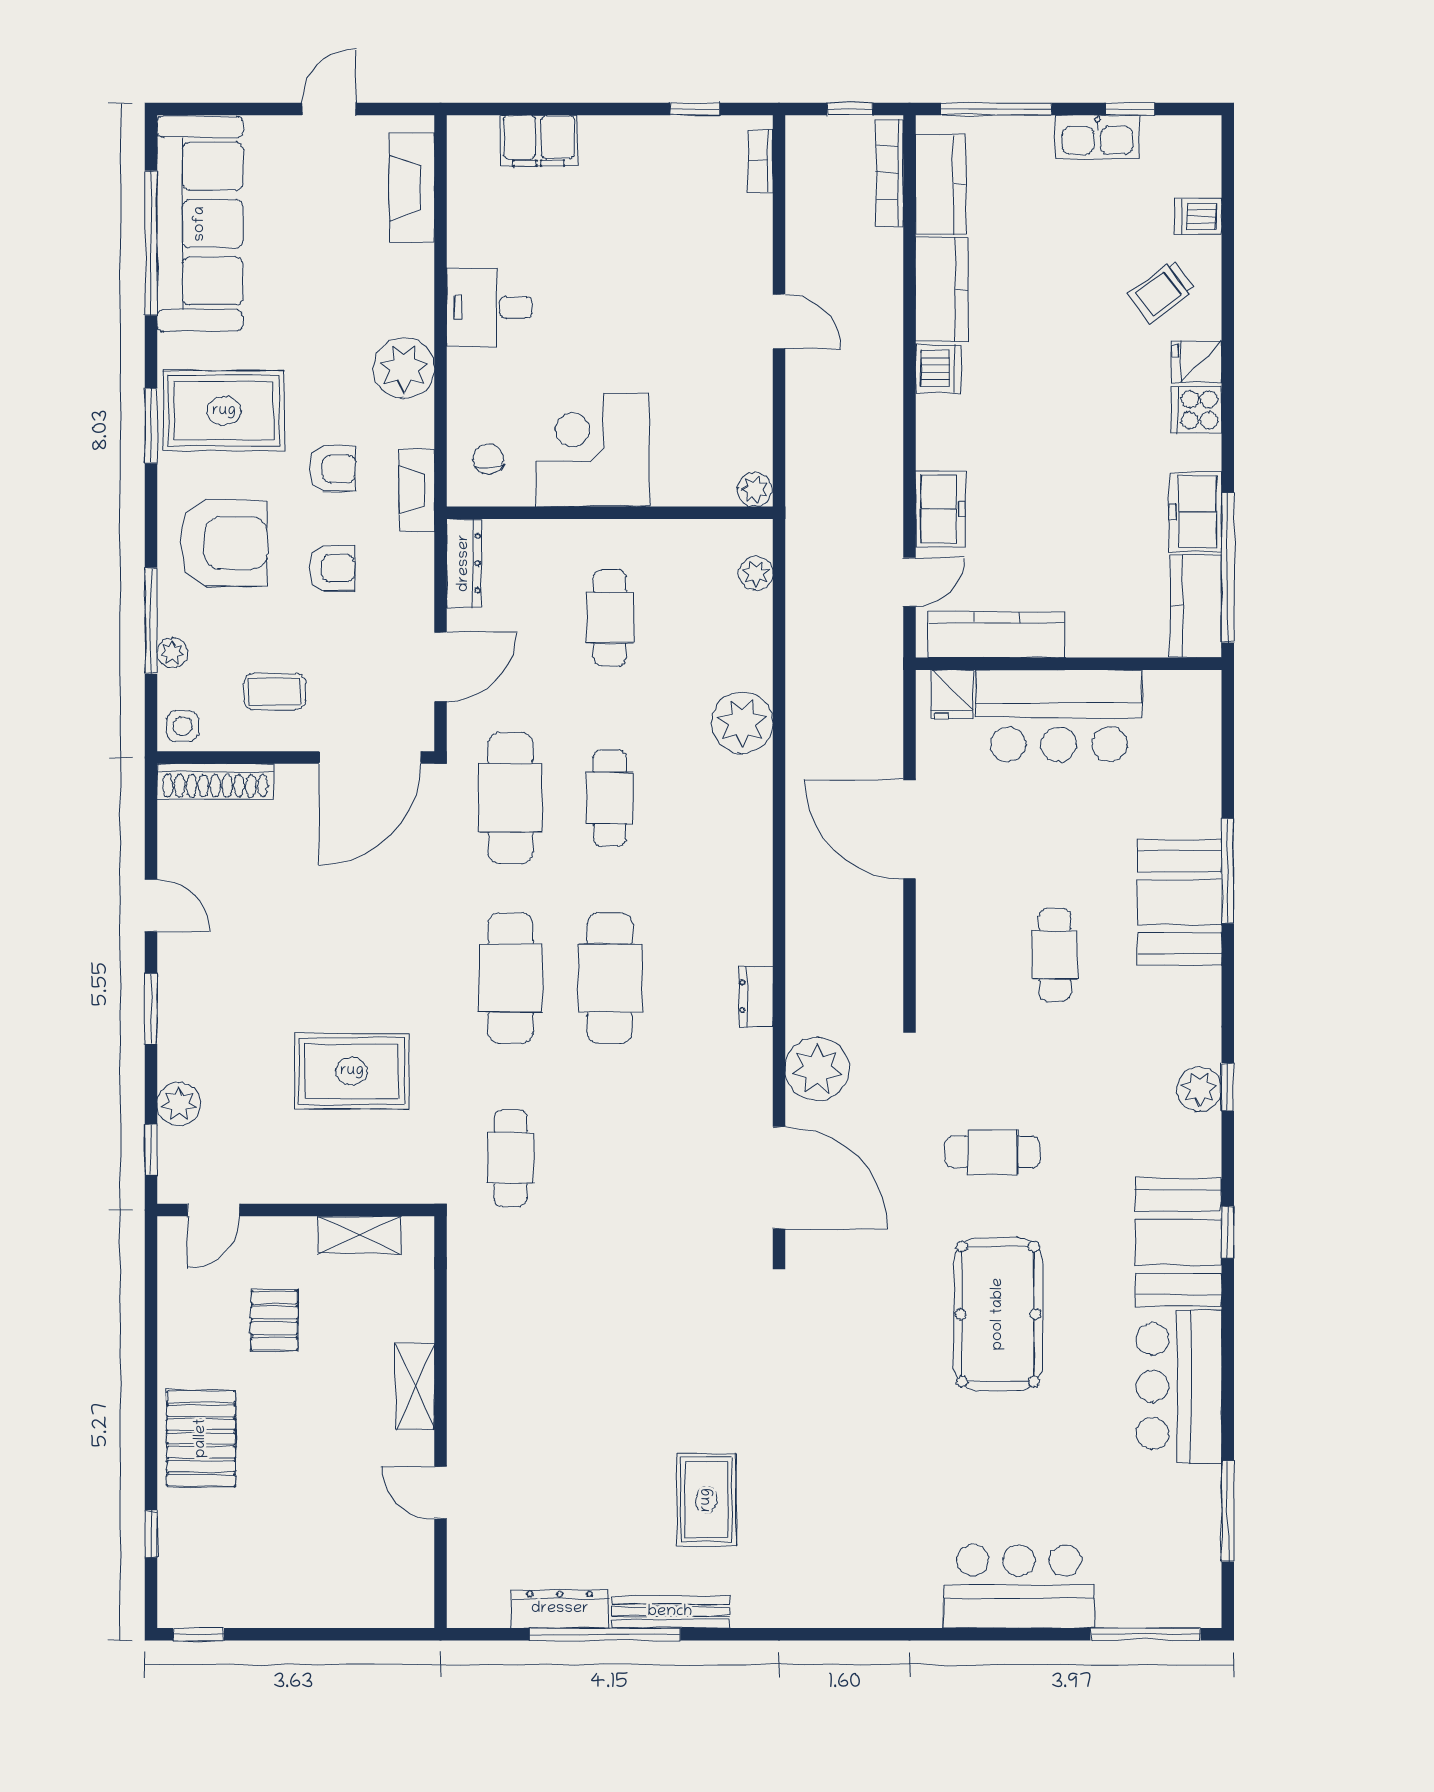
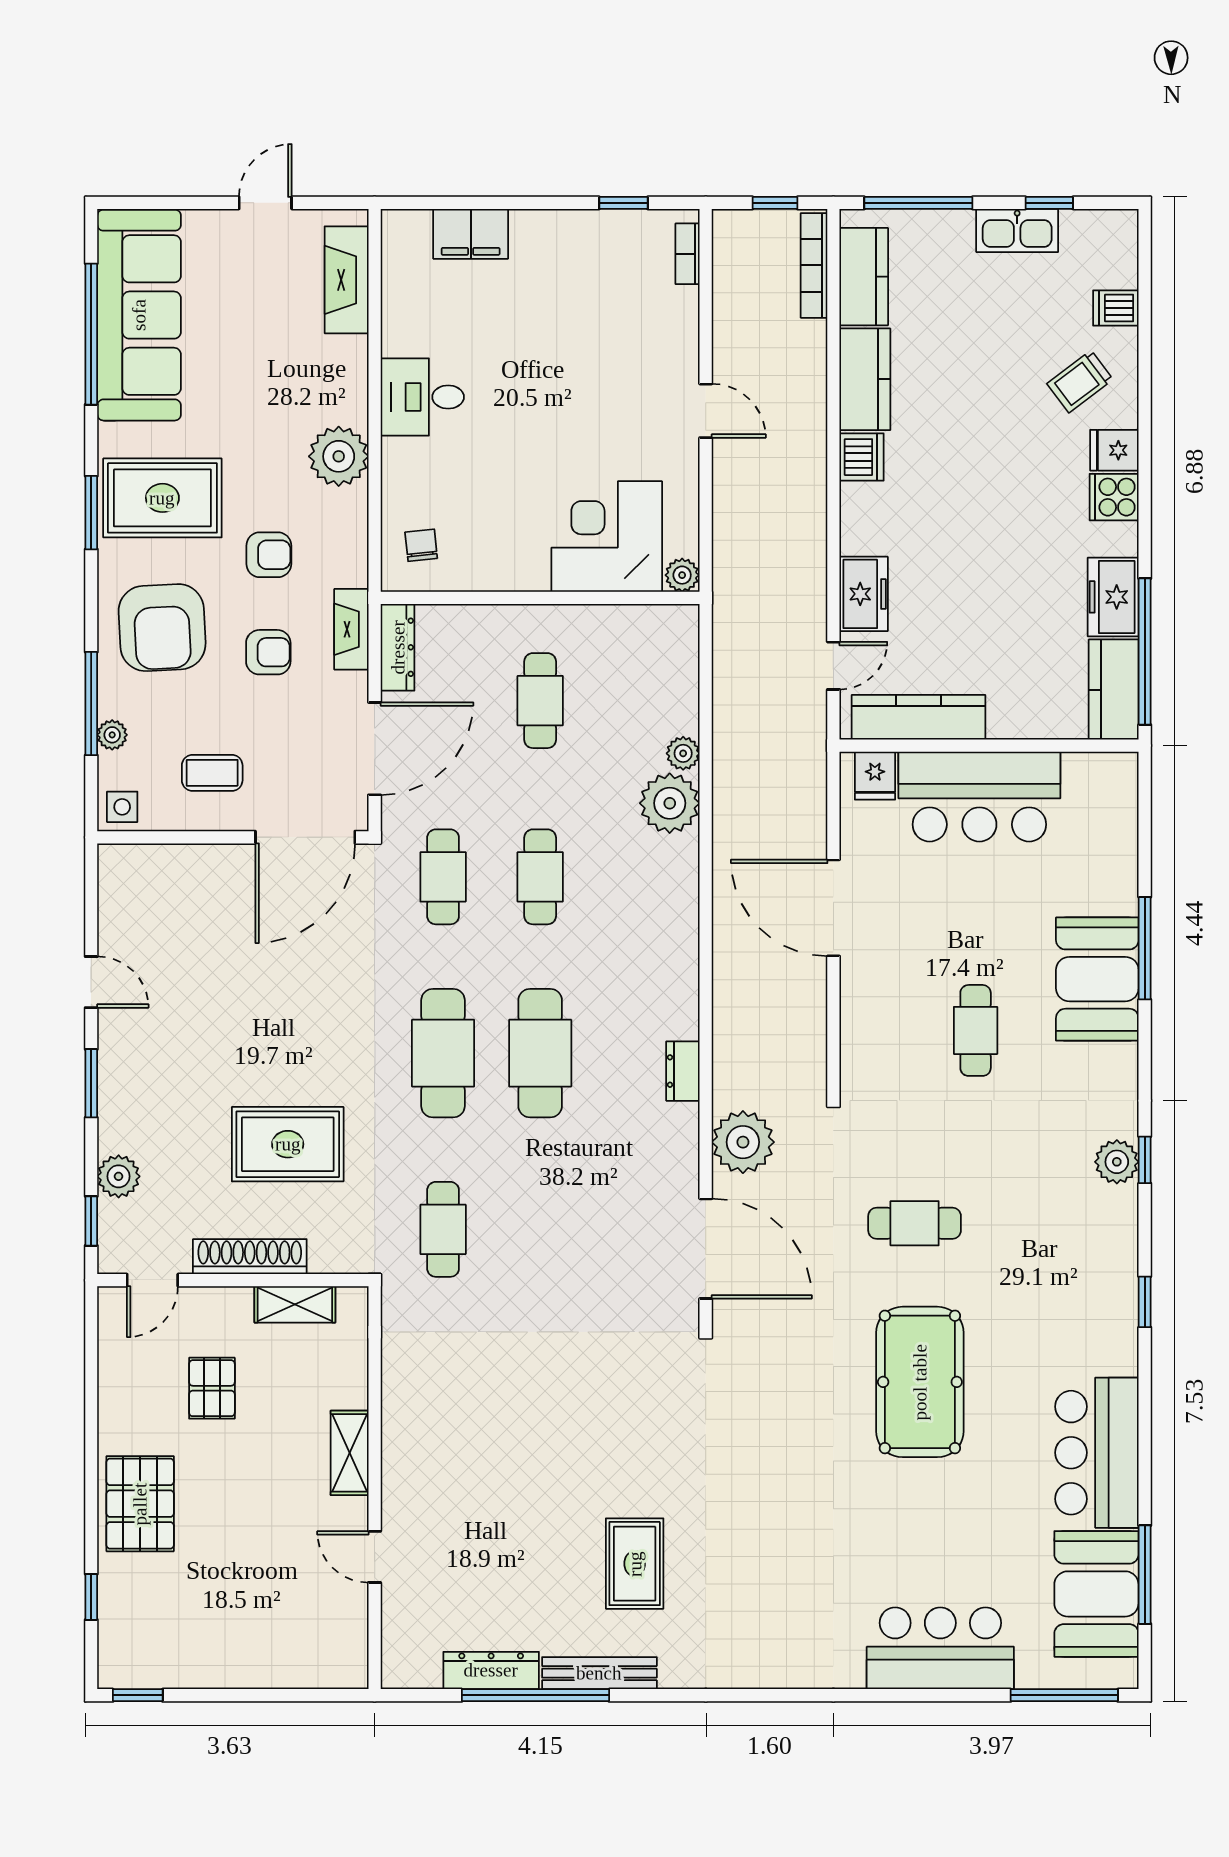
corner desk: (593, 450) -> (607, 537), moved
fireplace: (417, 490) -> (351, 629), moved
armchair: (223, 543) -> (162, 628), turned 87
plant: (756, 574) -> (683, 753), moved
door: (441, 667) -> (375, 749), width x1.36
shoe rack: (215, 782) -> (250, 1257), moved, turned 180
cafe table: (511, 798) -> (443, 877), width x0.73, depth x0.74
booth: (1178, 1242) -> (1096, 1594), moved

